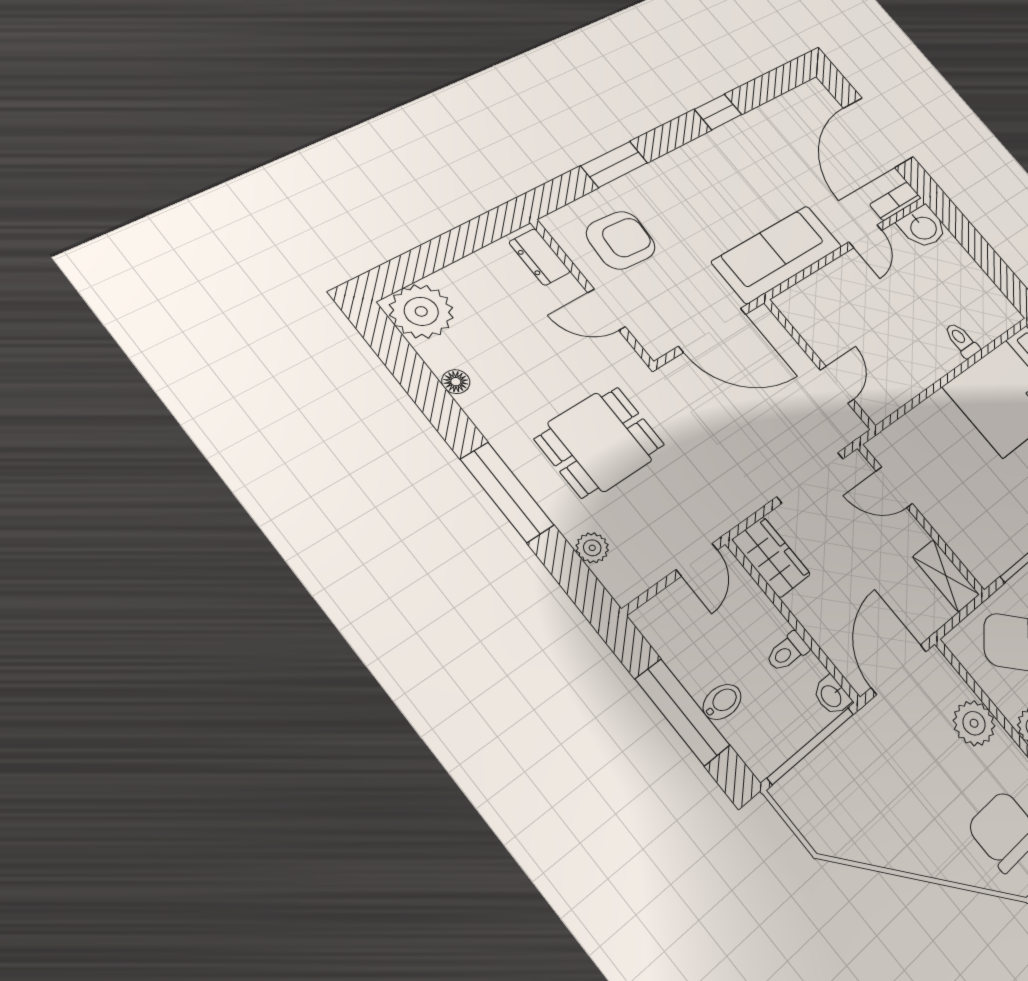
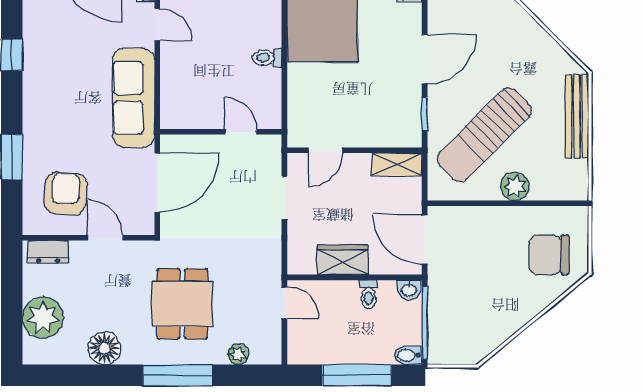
door: (606, 310) -> (105, 238), swing flipped
plant: (421, 311) -> (43, 317), moved
toilet: (962, 340) -> (267, 58), moved
floor lamp: (456, 382) -> (104, 348), width x1.89, depth x1.89
doorway: (810, 478) -> (284, 198), width x0.73
wardrobe: (771, 557) -> (343, 260), moved
bidet: (722, 702) -> (408, 355), moved, turned -90
plant: (974, 723) -> (485, 221), removed

